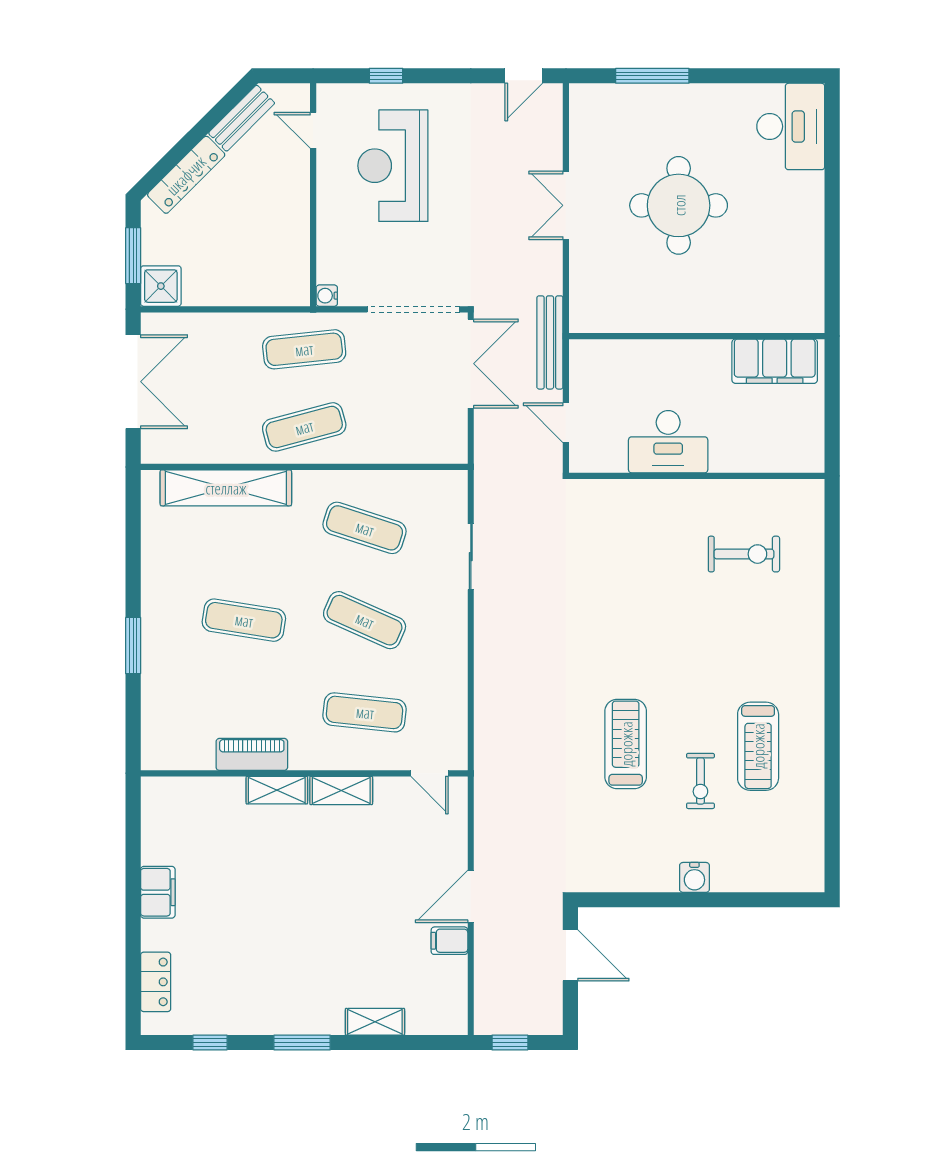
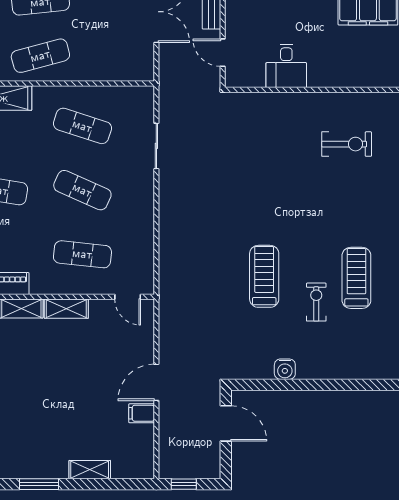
desk: (668, 442) -> (286, 66), width x0.73
treadmill: (758, 746) -> (356, 278), turned 180
exercise bike: (700, 781) -> (316, 302), turned 180
water cooler: (694, 877) -> (285, 369), moved

